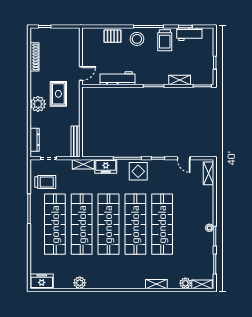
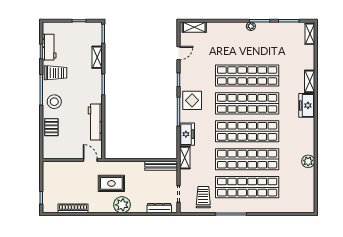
freezer: (42, 281) -> (307, 105), moved
plant: (185, 283) -> (309, 51), removed

